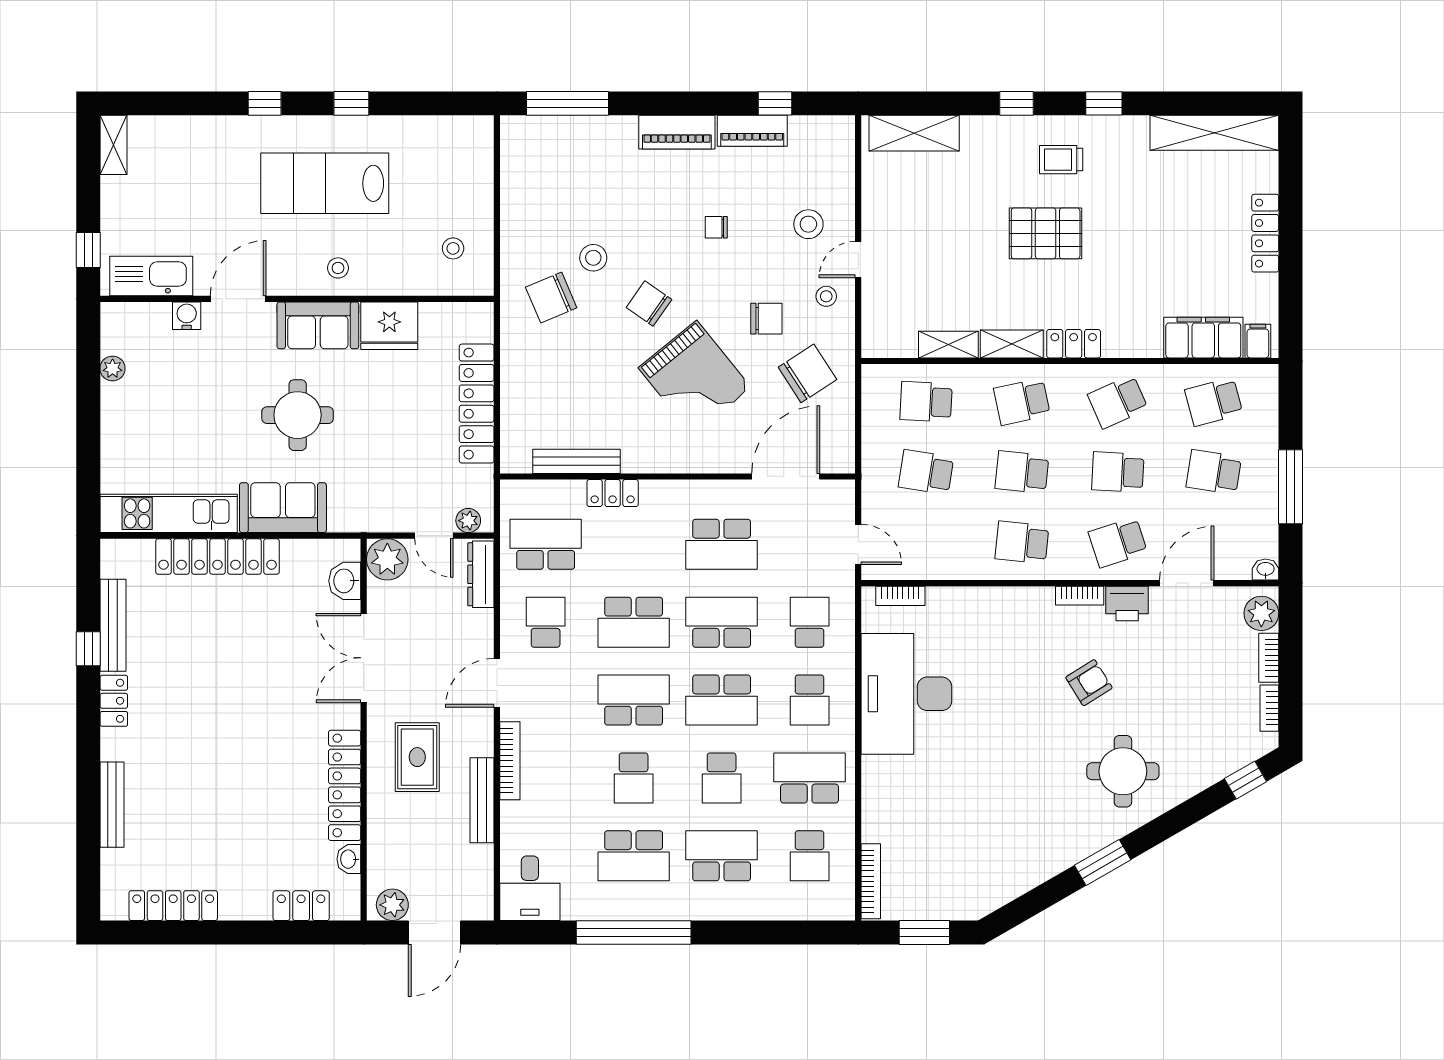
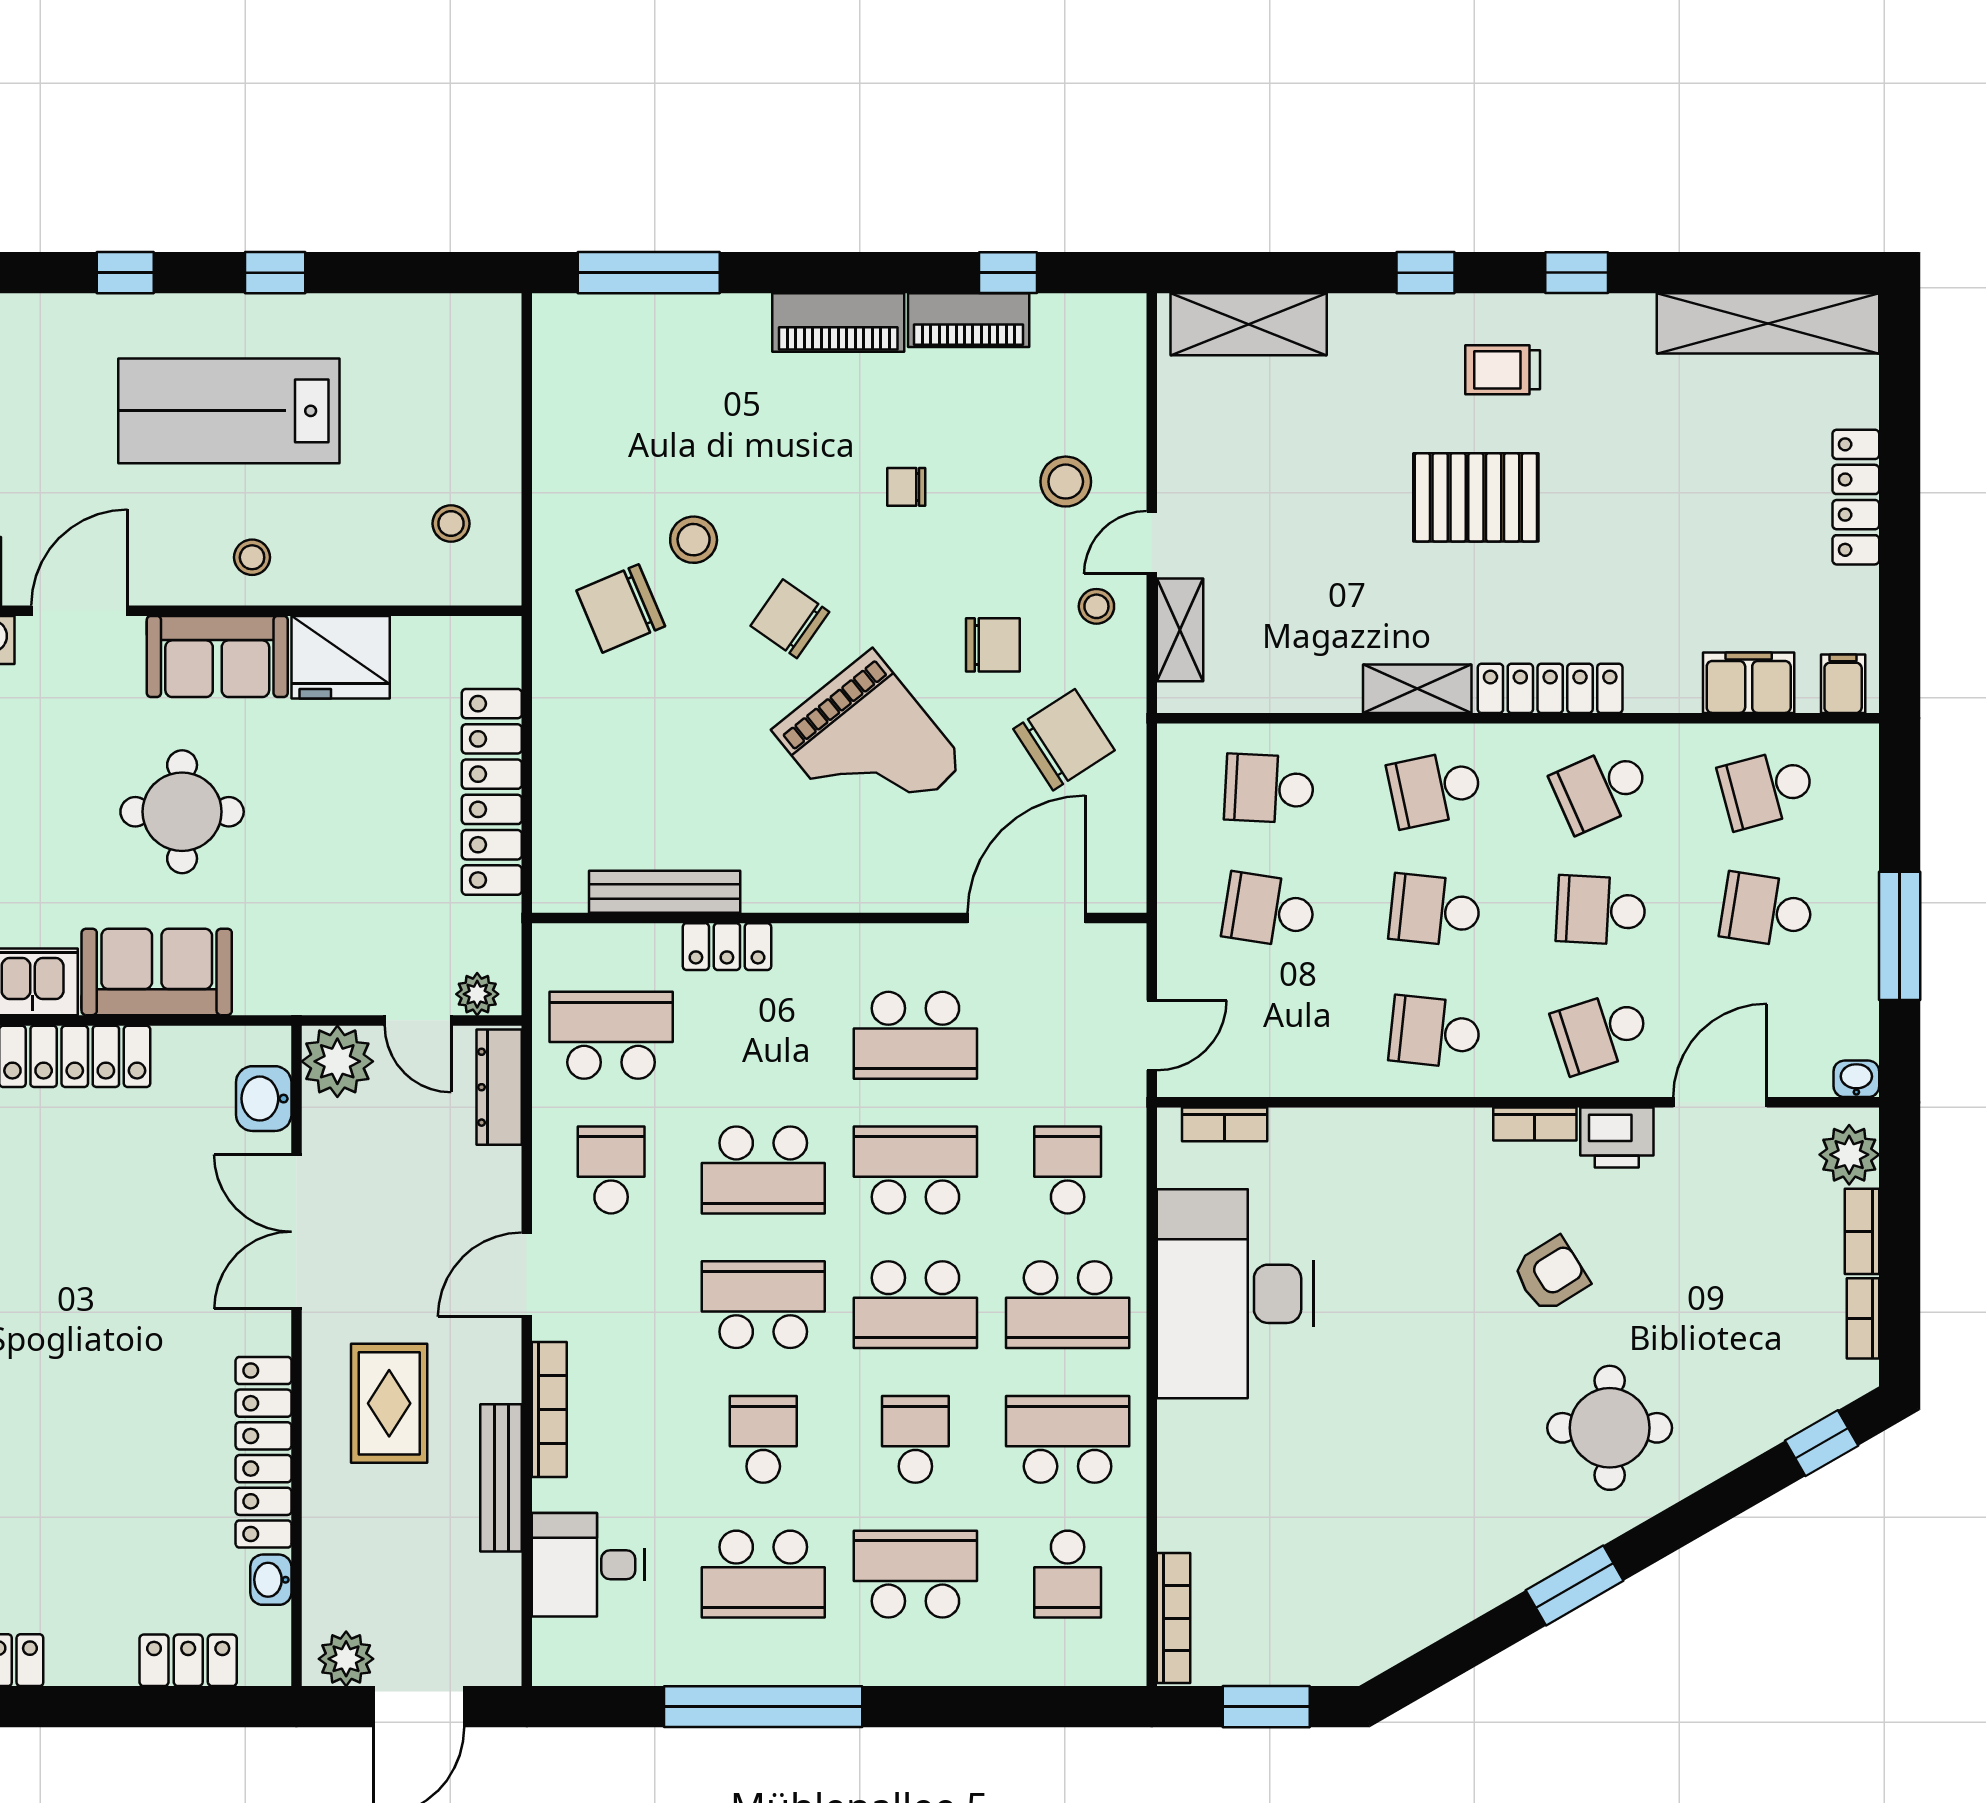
filing cabinet: (1203, 338) -> (1749, 683), width x0.67, depth x0.86
locker: (1074, 344) -> (1550, 688), width x1.53
shelving: (948, 345) -> (1180, 630), moved, turned 90
door: (858, 544) -> (1152, 1035), hinge flipped
school desk: (810, 700) -> (1068, 1305), width x1.85
school desk: (634, 778) -> (763, 1439), turned 180
school desk: (722, 778) -> (915, 1439), turned 180
desk: (530, 888) -> (588, 1565), moved, turned 90

